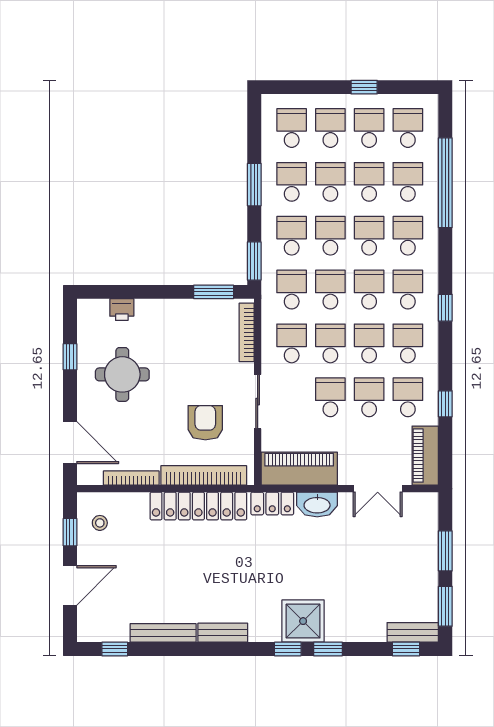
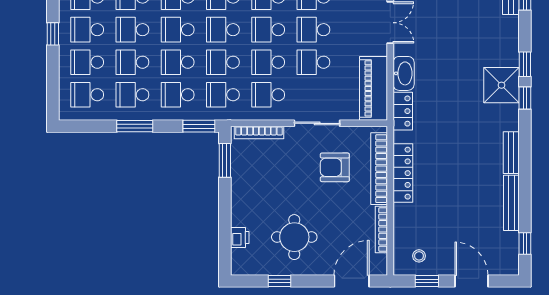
locker: (198, 506) -> (403, 173), width x0.71, depth x0.83

